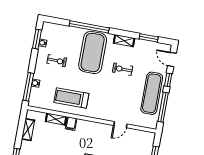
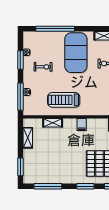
window: (89, 27) -> (55, 29), moved
window: (37, 39) -> (20, 60), moved
filing cabinet: (71, 124) -> (82, 124), moved

